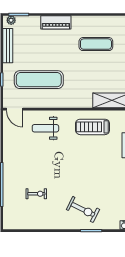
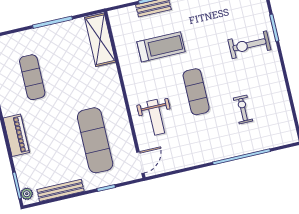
treadmill: (93, 127) -> (161, 47), moved, turned -90
exercise mat: (57, 162) -> (196, 92), added
exercise bike: (83, 209) -> (249, 45), turned -116

